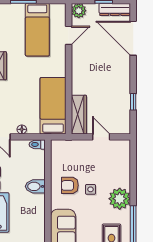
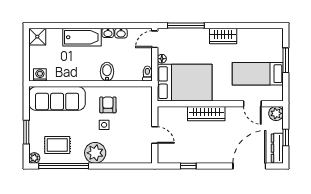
bed: (53, 106) -> (185, 83), width x1.50
wardrobe: (79, 115) -> (206, 114), moved
door: (101, 137) -> (155, 135), hinge flipped

